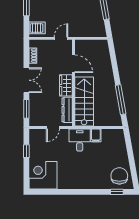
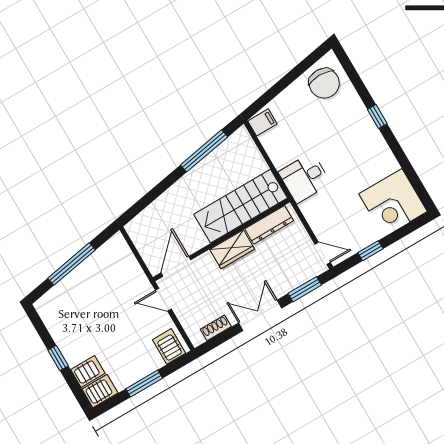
door: (73, 64) -> (176, 266), moved
door: (53, 127) -> (323, 253), moved
filing cabinet: (96, 135) -> (262, 122), moved
chair: (119, 176) -> (324, 83), turned -90
window: (117, 192) -> (377, 117), moved

